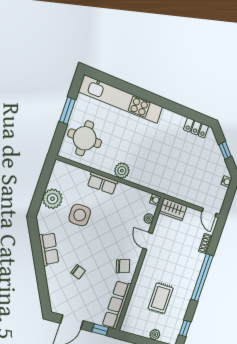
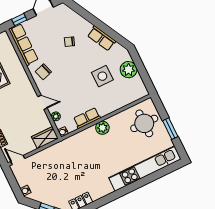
row of seats: (103, 183) -> (87, 118), moved

